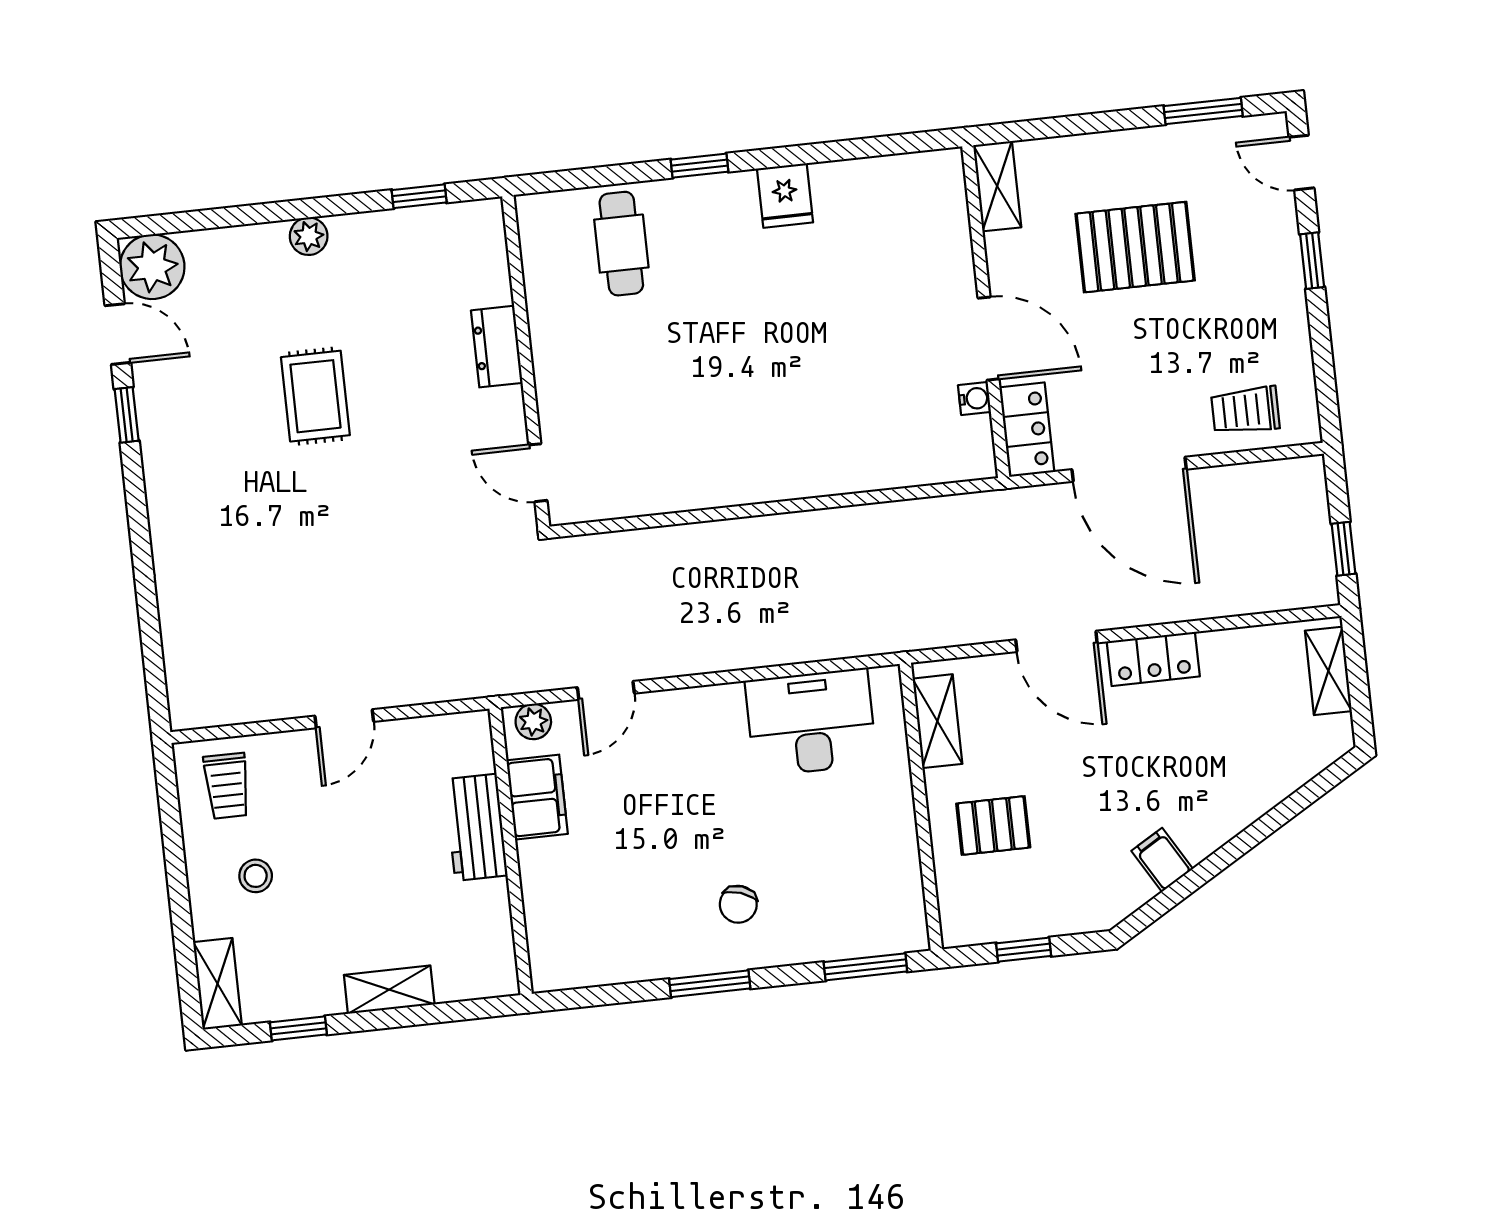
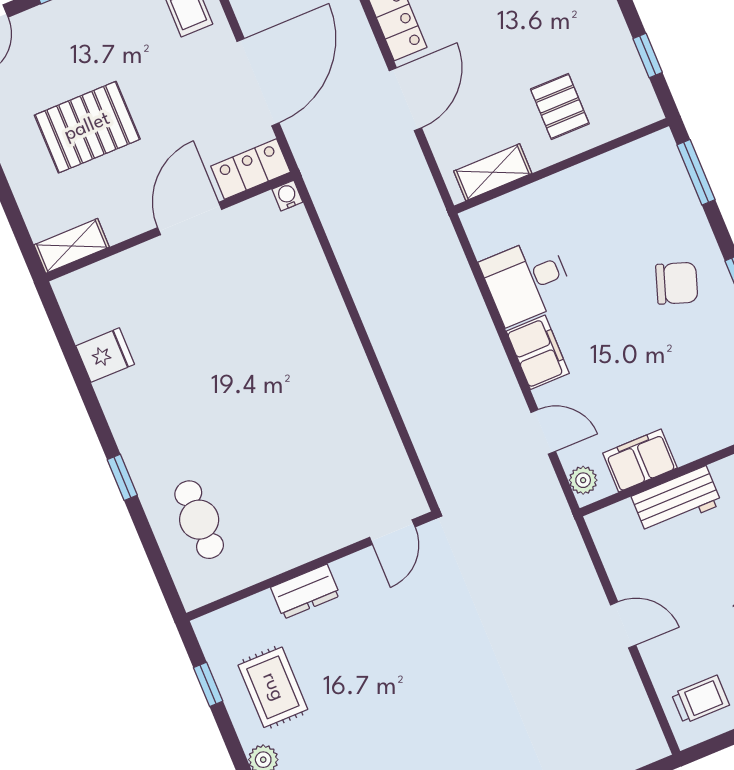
fridge: (785, 196) -> (105, 355), moved
cafe table: (621, 244) -> (199, 520), turned 90
pallet: (1135, 247) -> (87, 127), turned 90
rug: (315, 396) -> (273, 687), moved, turned 90
water cooler: (975, 399) -> (287, 196), moved
filing cabinet: (704, 712) -> (538, 352), added
desk: (811, 722) -> (527, 281), width x0.73
chair: (738, 904) -> (677, 283), width x1.37, depth x1.37

